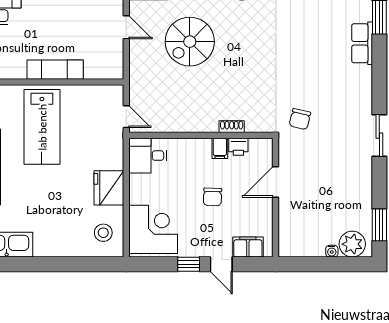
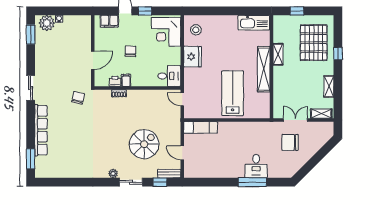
row of seats: (362, 43) -> (41, 130), width x2.02
exam couch: (55, 70) -> (201, 127), moved

